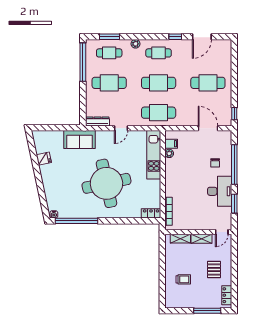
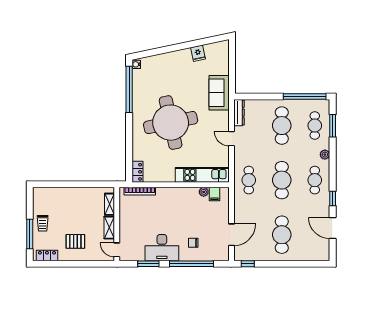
cafe table: (159, 113) -> (249, 180), width x0.73, depth x0.74
trolley: (183, 279) -> (43, 223), moved

